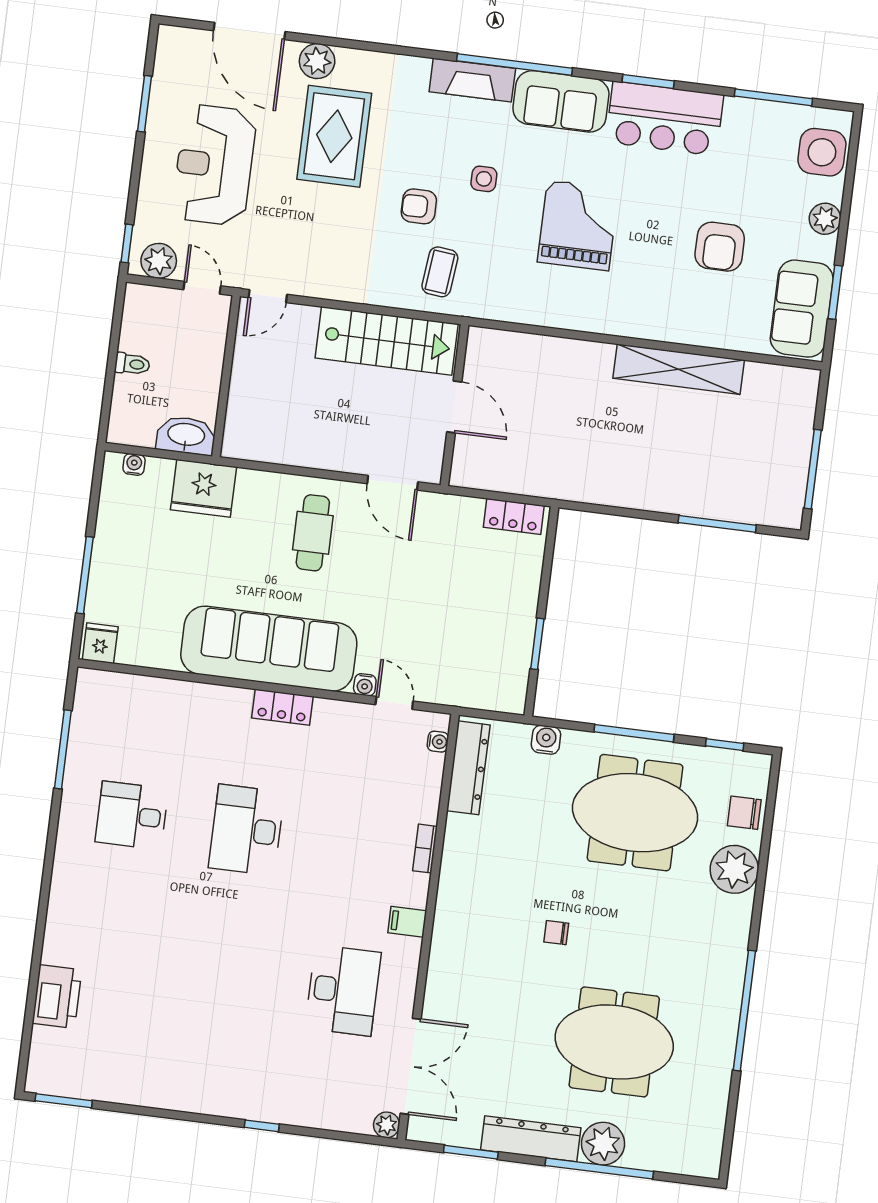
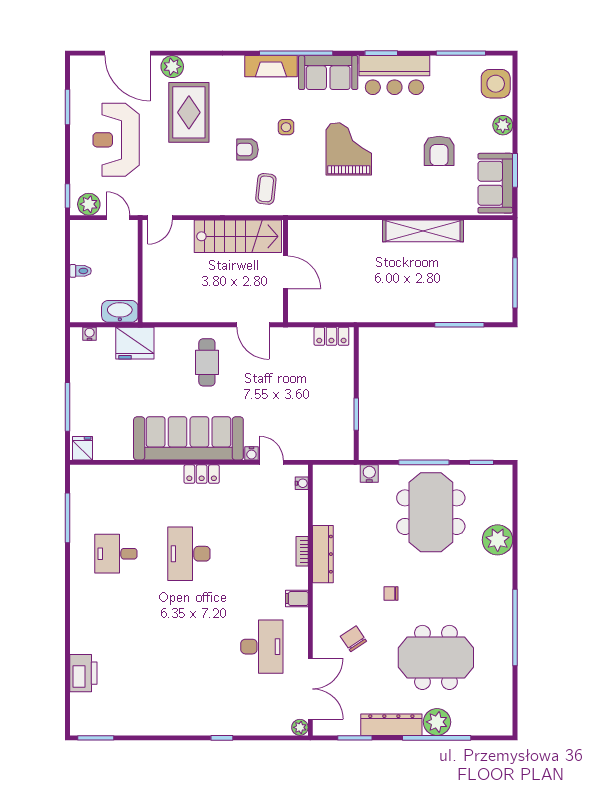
dresser: (468, 768) -> (323, 554), moved
meeting table: (635, 813) -> (431, 512), turned 90
chair: (744, 813) -> (353, 639), moved, turned 56

